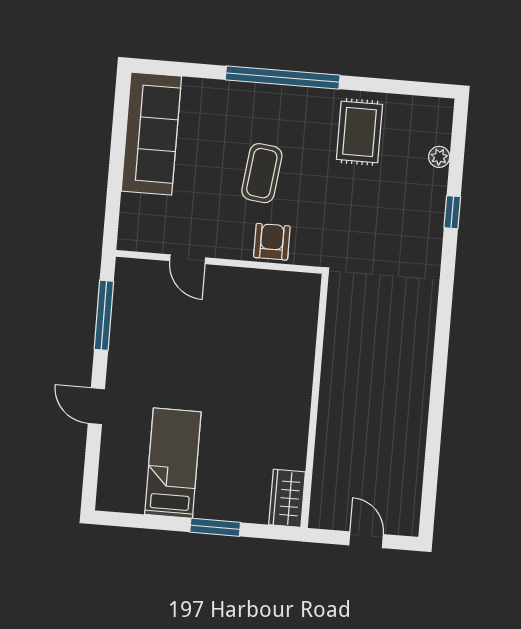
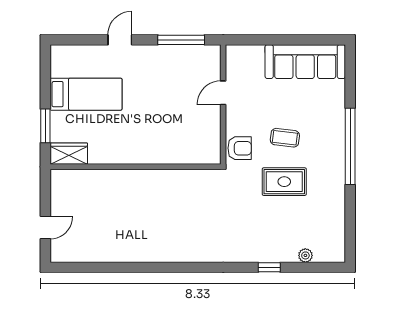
rug: (359, 132) -> (284, 182), moved
coffee table: (262, 173) -> (285, 138), width x0.73, depth x0.77
wall: (315, 401) -> (135, 167), moved
wardrobe: (287, 498) -> (69, 154), moved

